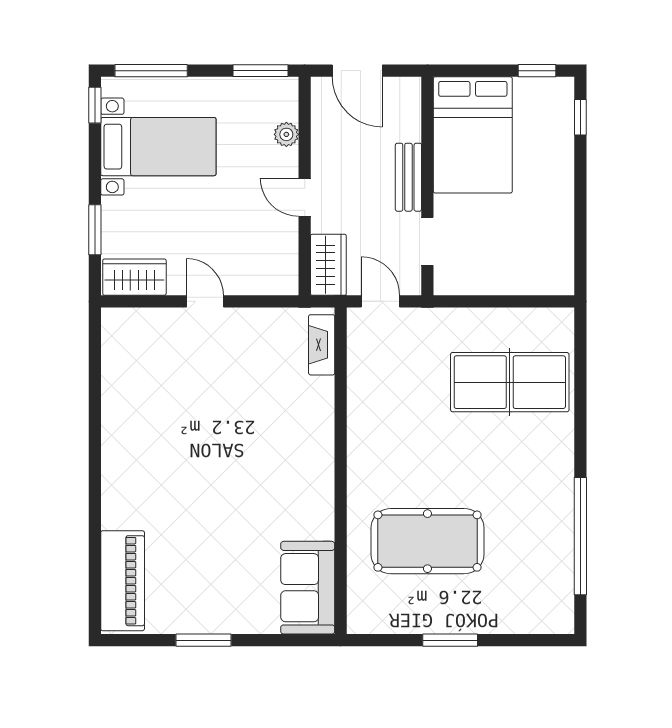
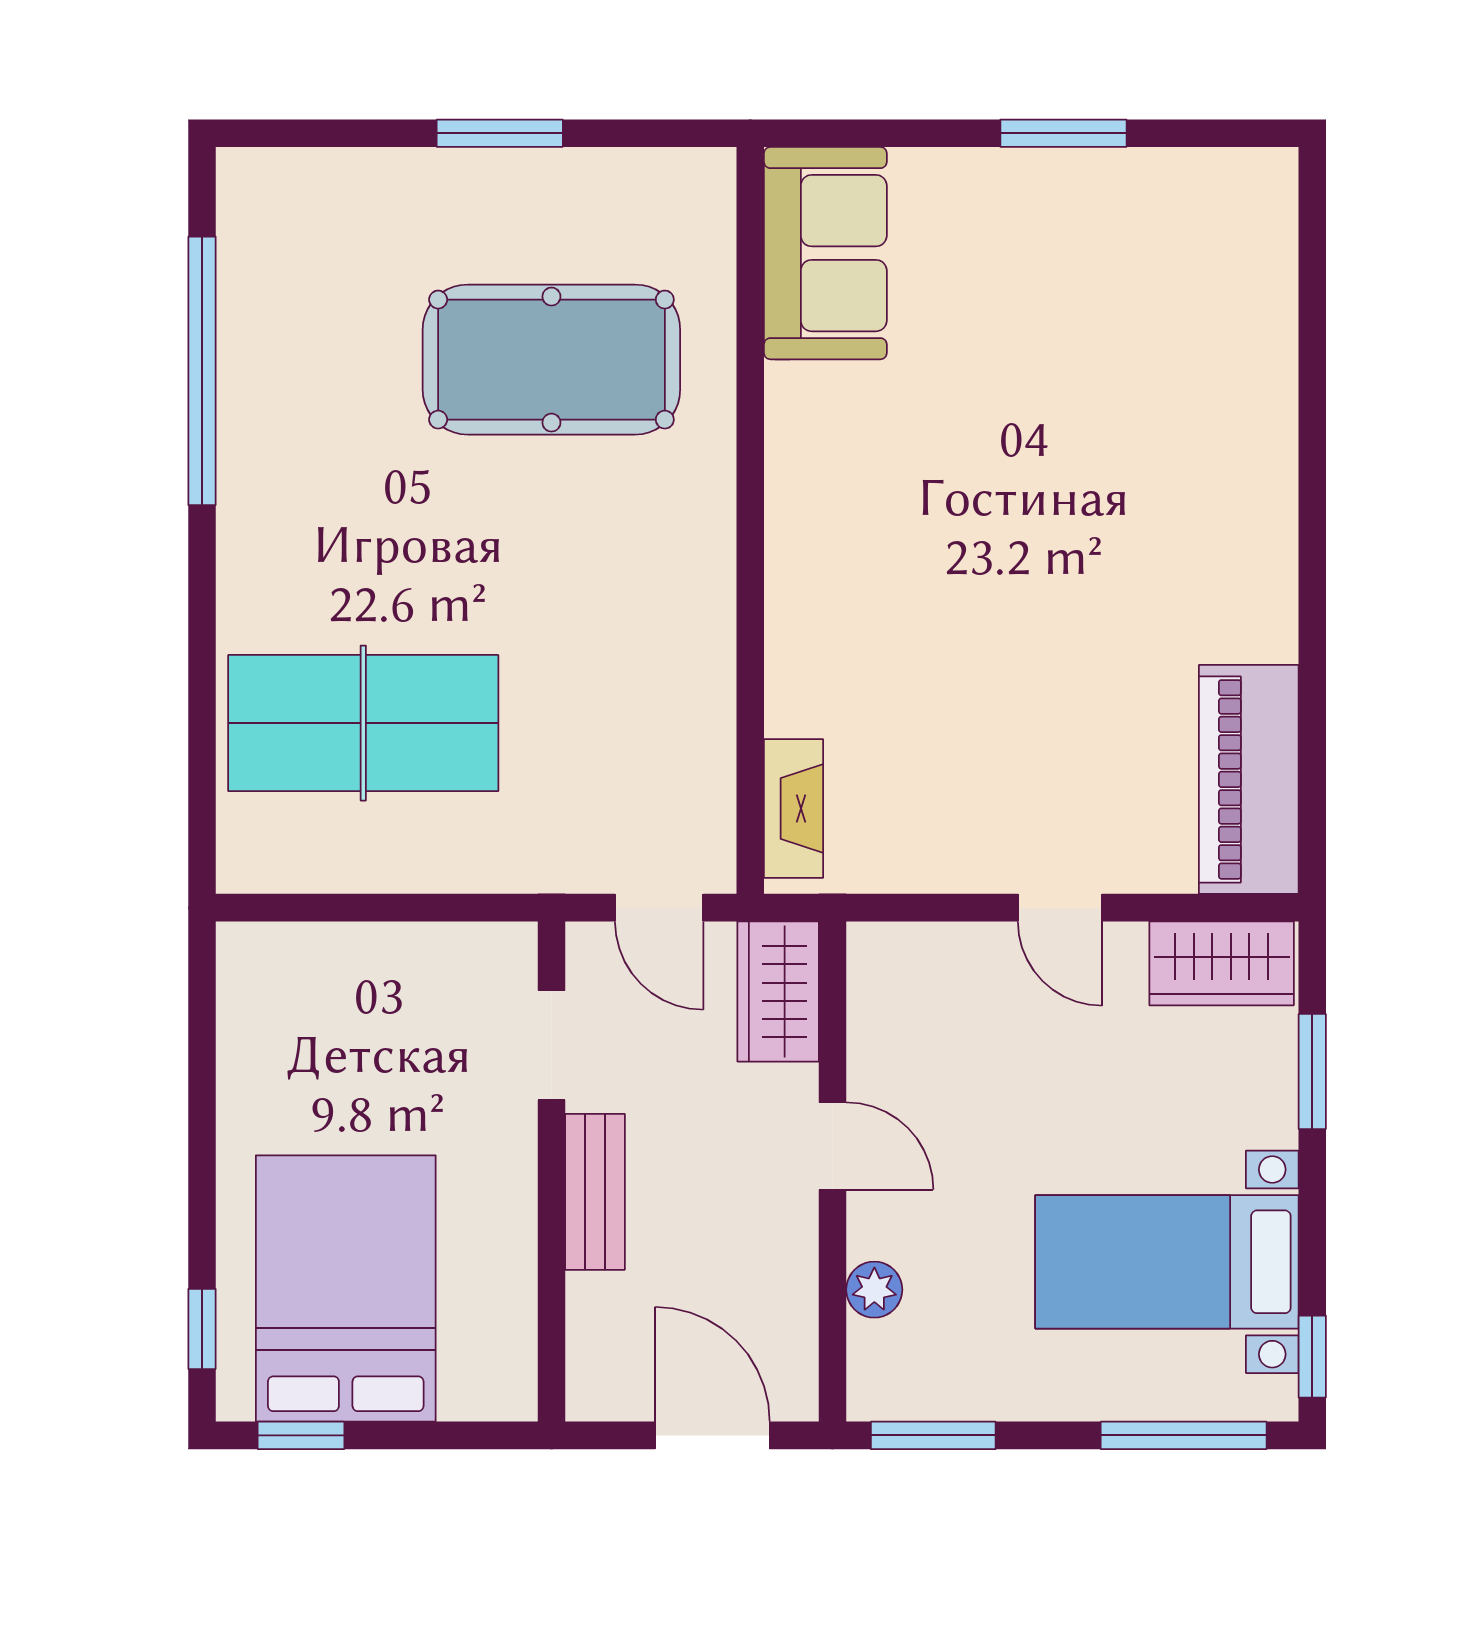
bed: (473, 135) -> (346, 1289), moved
piano: (123, 581) -> (1249, 779), moved

